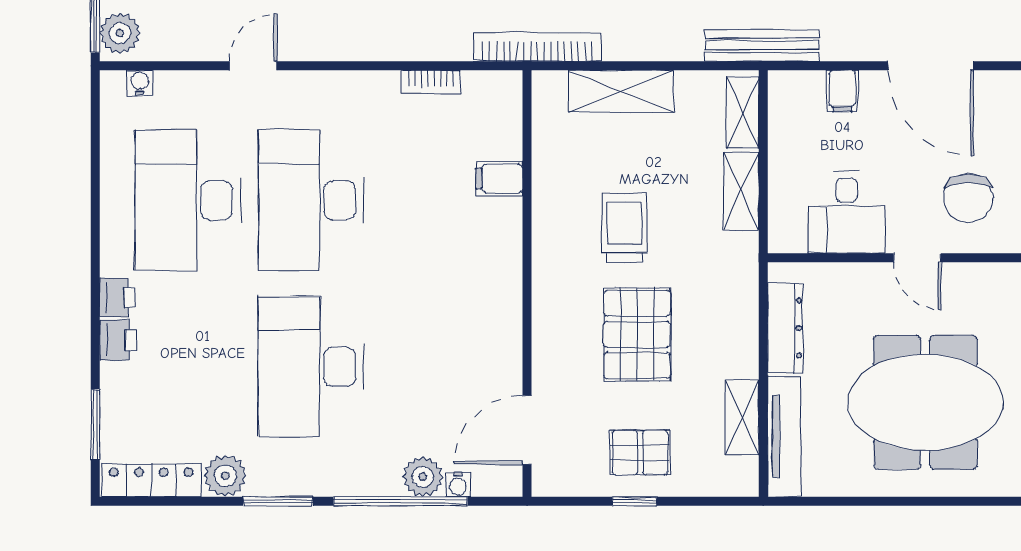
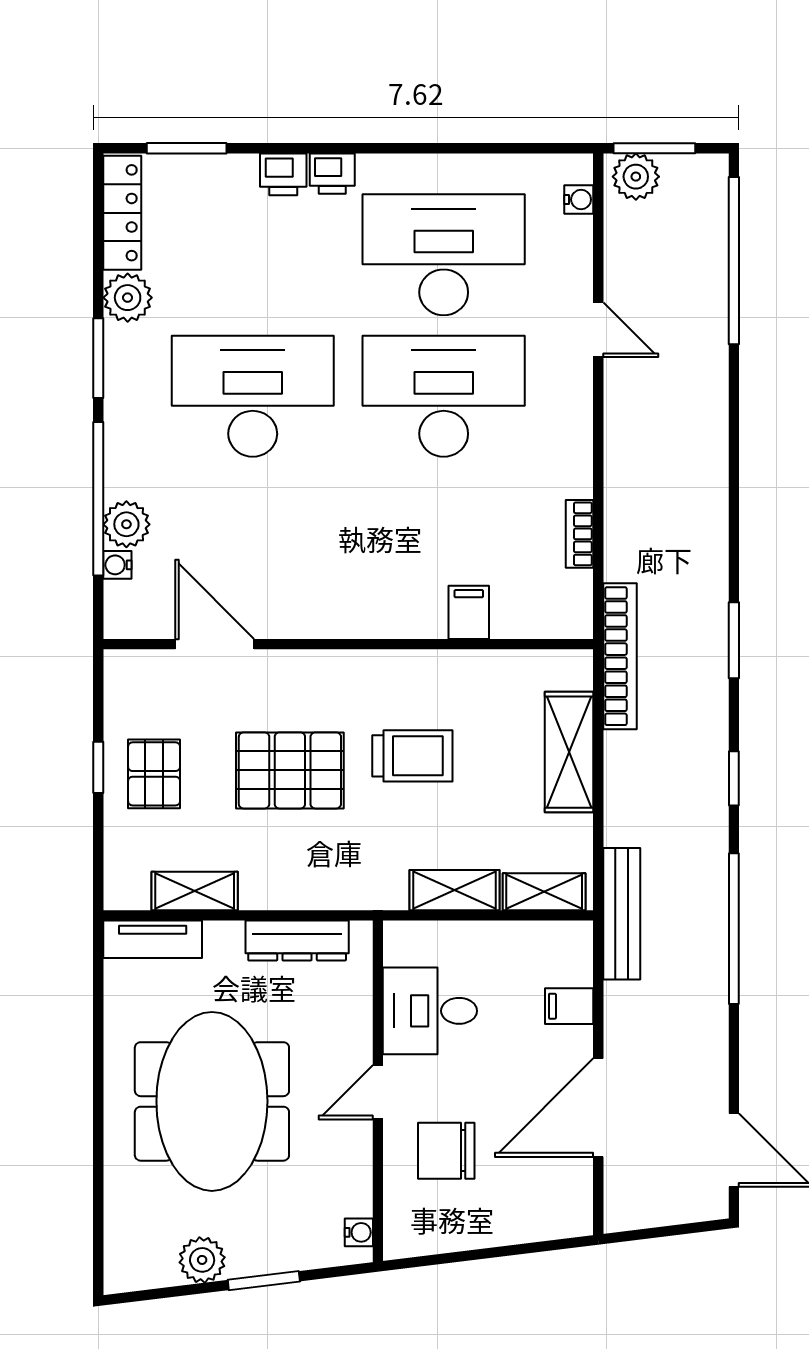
door: (527, 430) -> (215, 644), moved
tv unit: (784, 436) -> (153, 939), width x0.71

